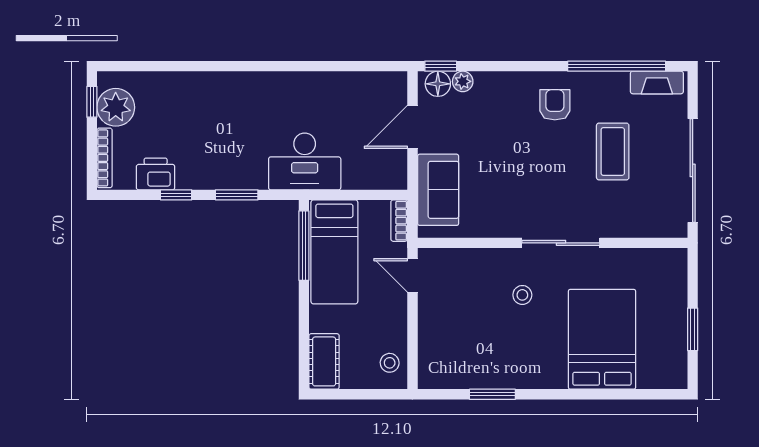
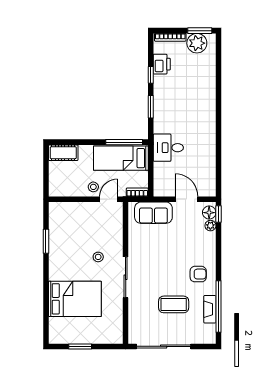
fireplace: (657, 82) -> (210, 309), moved
window: (92, 102) -> (200, 31), width x1.50
desk: (305, 161) -> (168, 148), width x0.73
stool: (390, 363) -> (93, 187), moved

